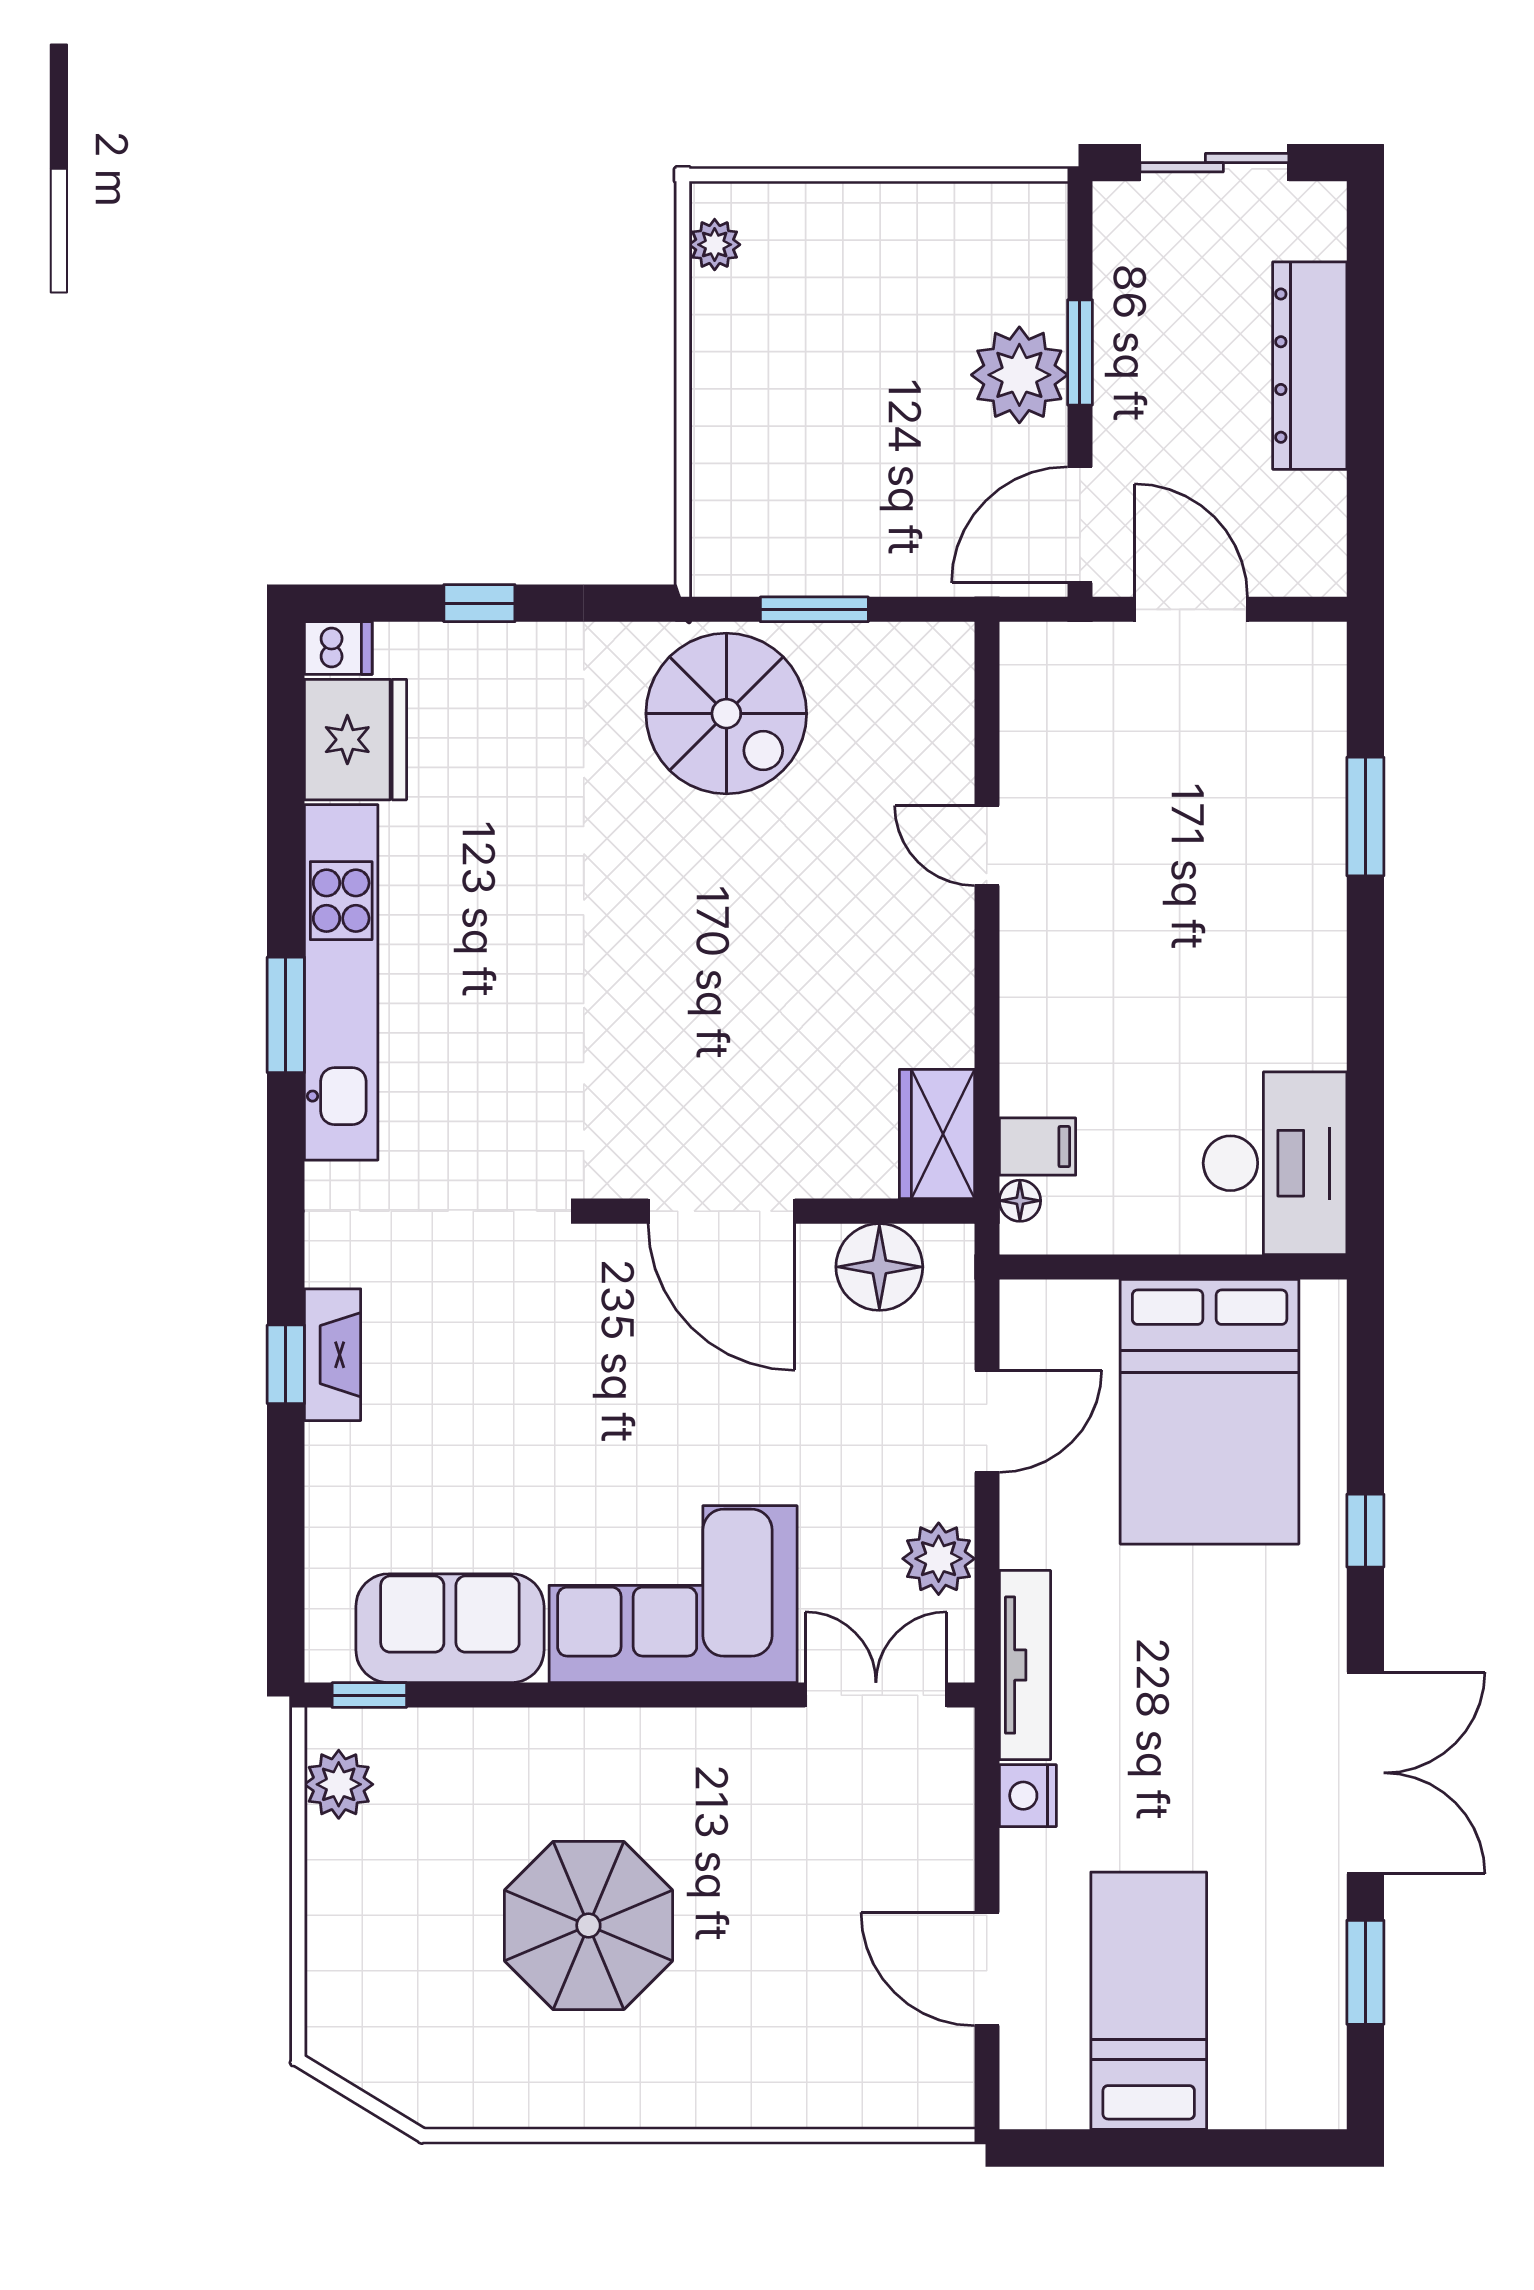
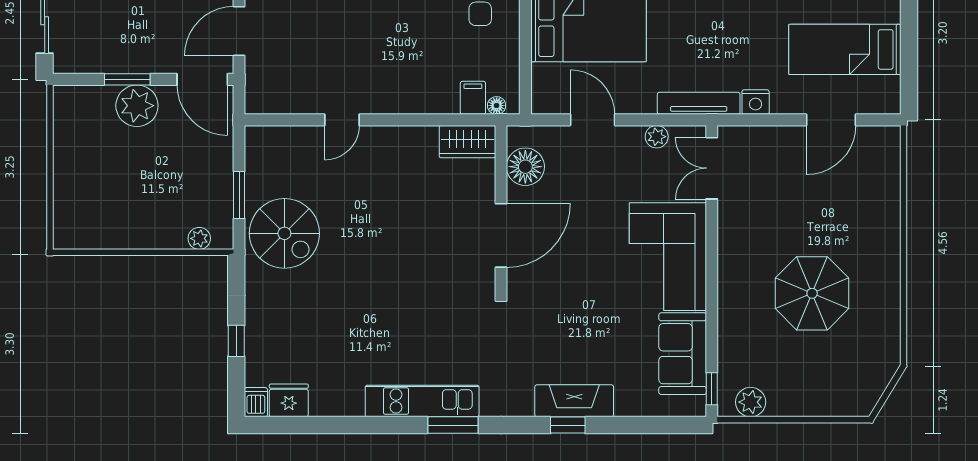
plant: (715, 245) -> (199, 238), moved
spiral stairs: (726, 714) -> (284, 233), turned 90
fridge: (355, 740) -> (289, 400), width x0.73, depth x0.75
kitchen unit: (341, 982) -> (422, 401), width x0.73
window: (286, 1015) -> (453, 425), moved
fireplace: (333, 1355) -> (574, 401), width x1.37, depth x1.32
plant: (939, 1559) -> (657, 137), width x0.73, depth x0.73

